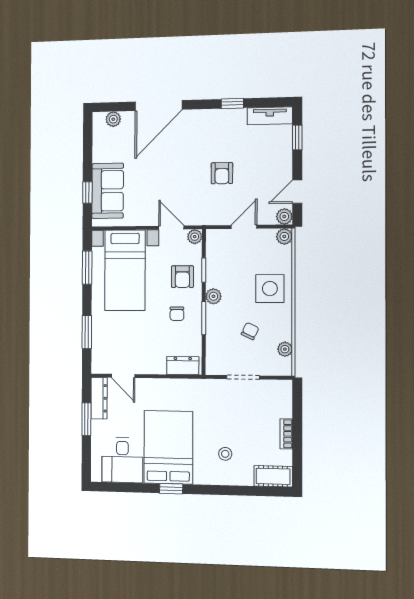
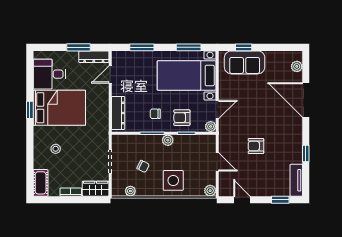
plant: (284, 216) -> (224, 191), removed
dresser: (183, 366) -> (118, 113), width x1.44
wardrobe: (281, 398) -> (96, 189), added

